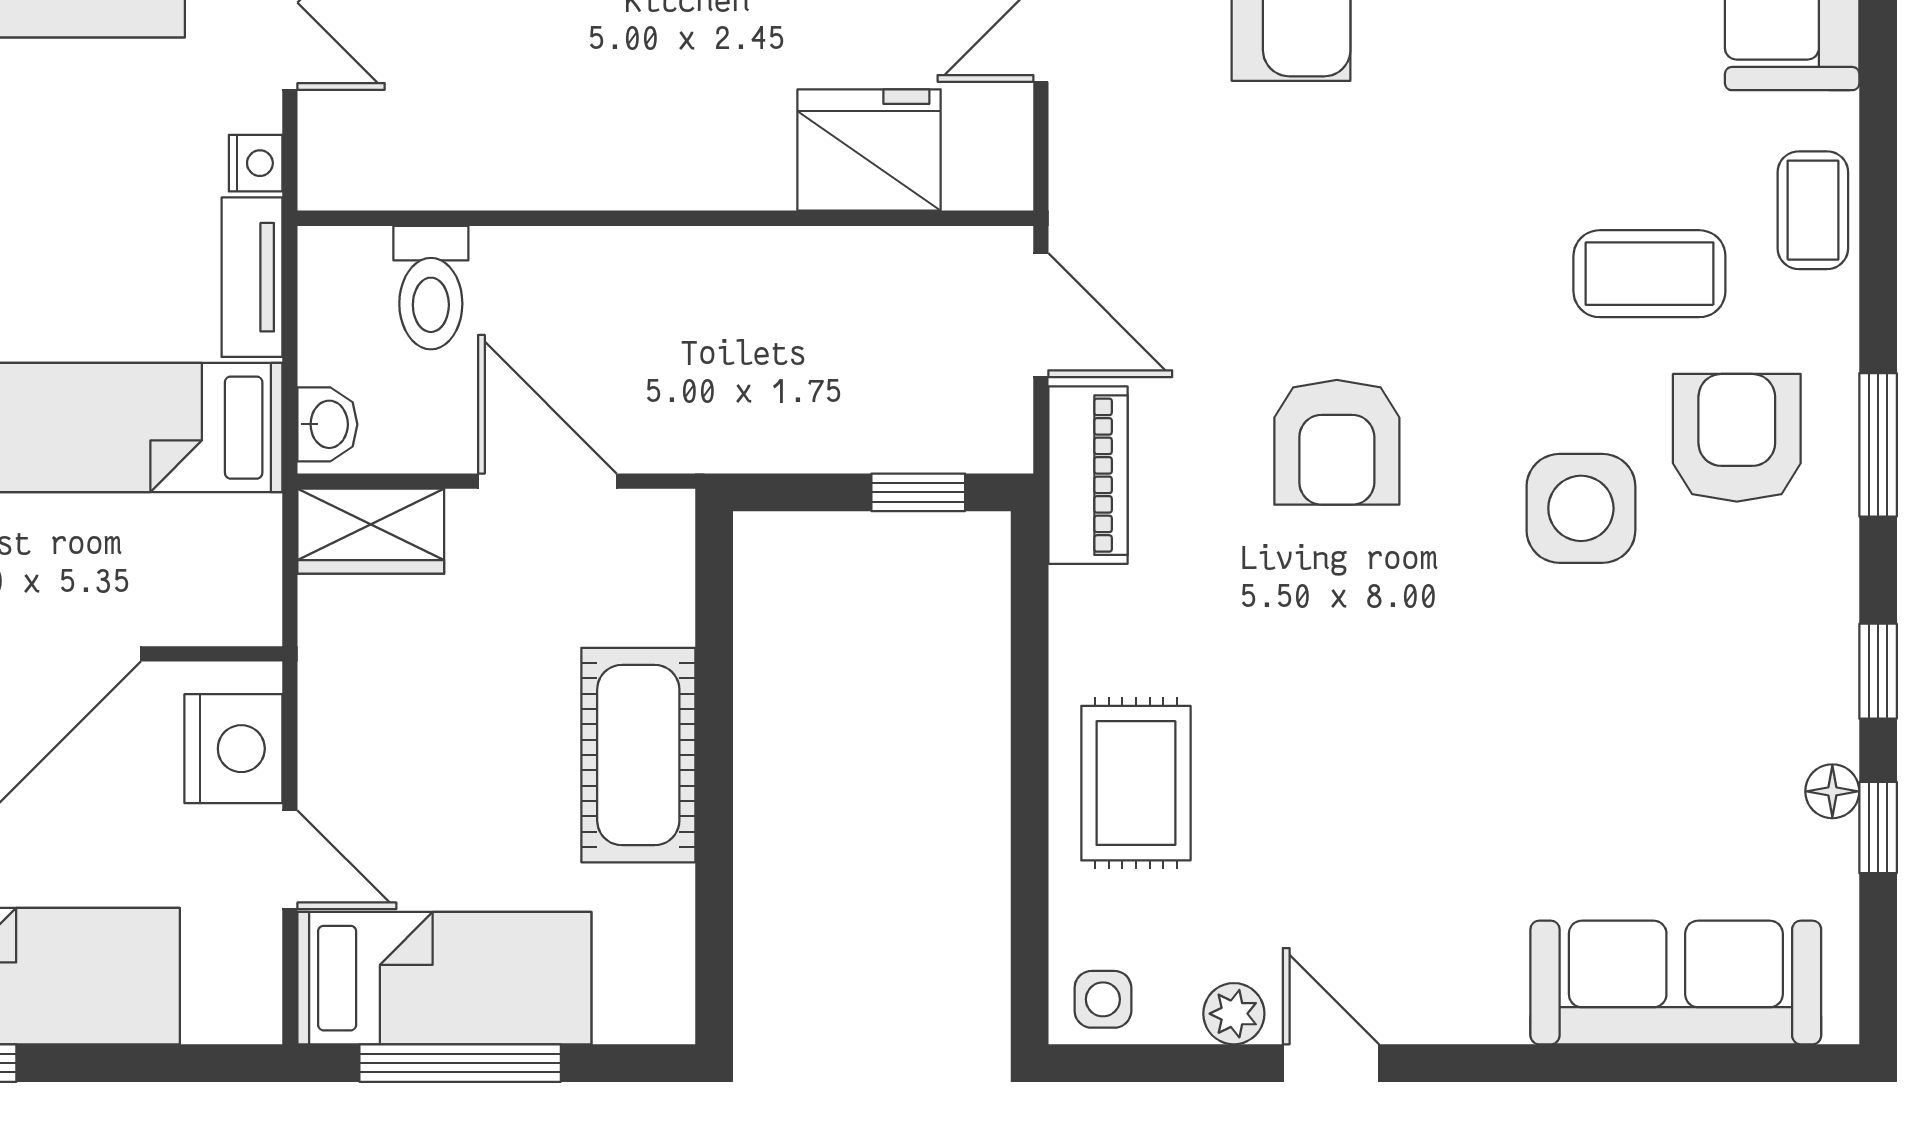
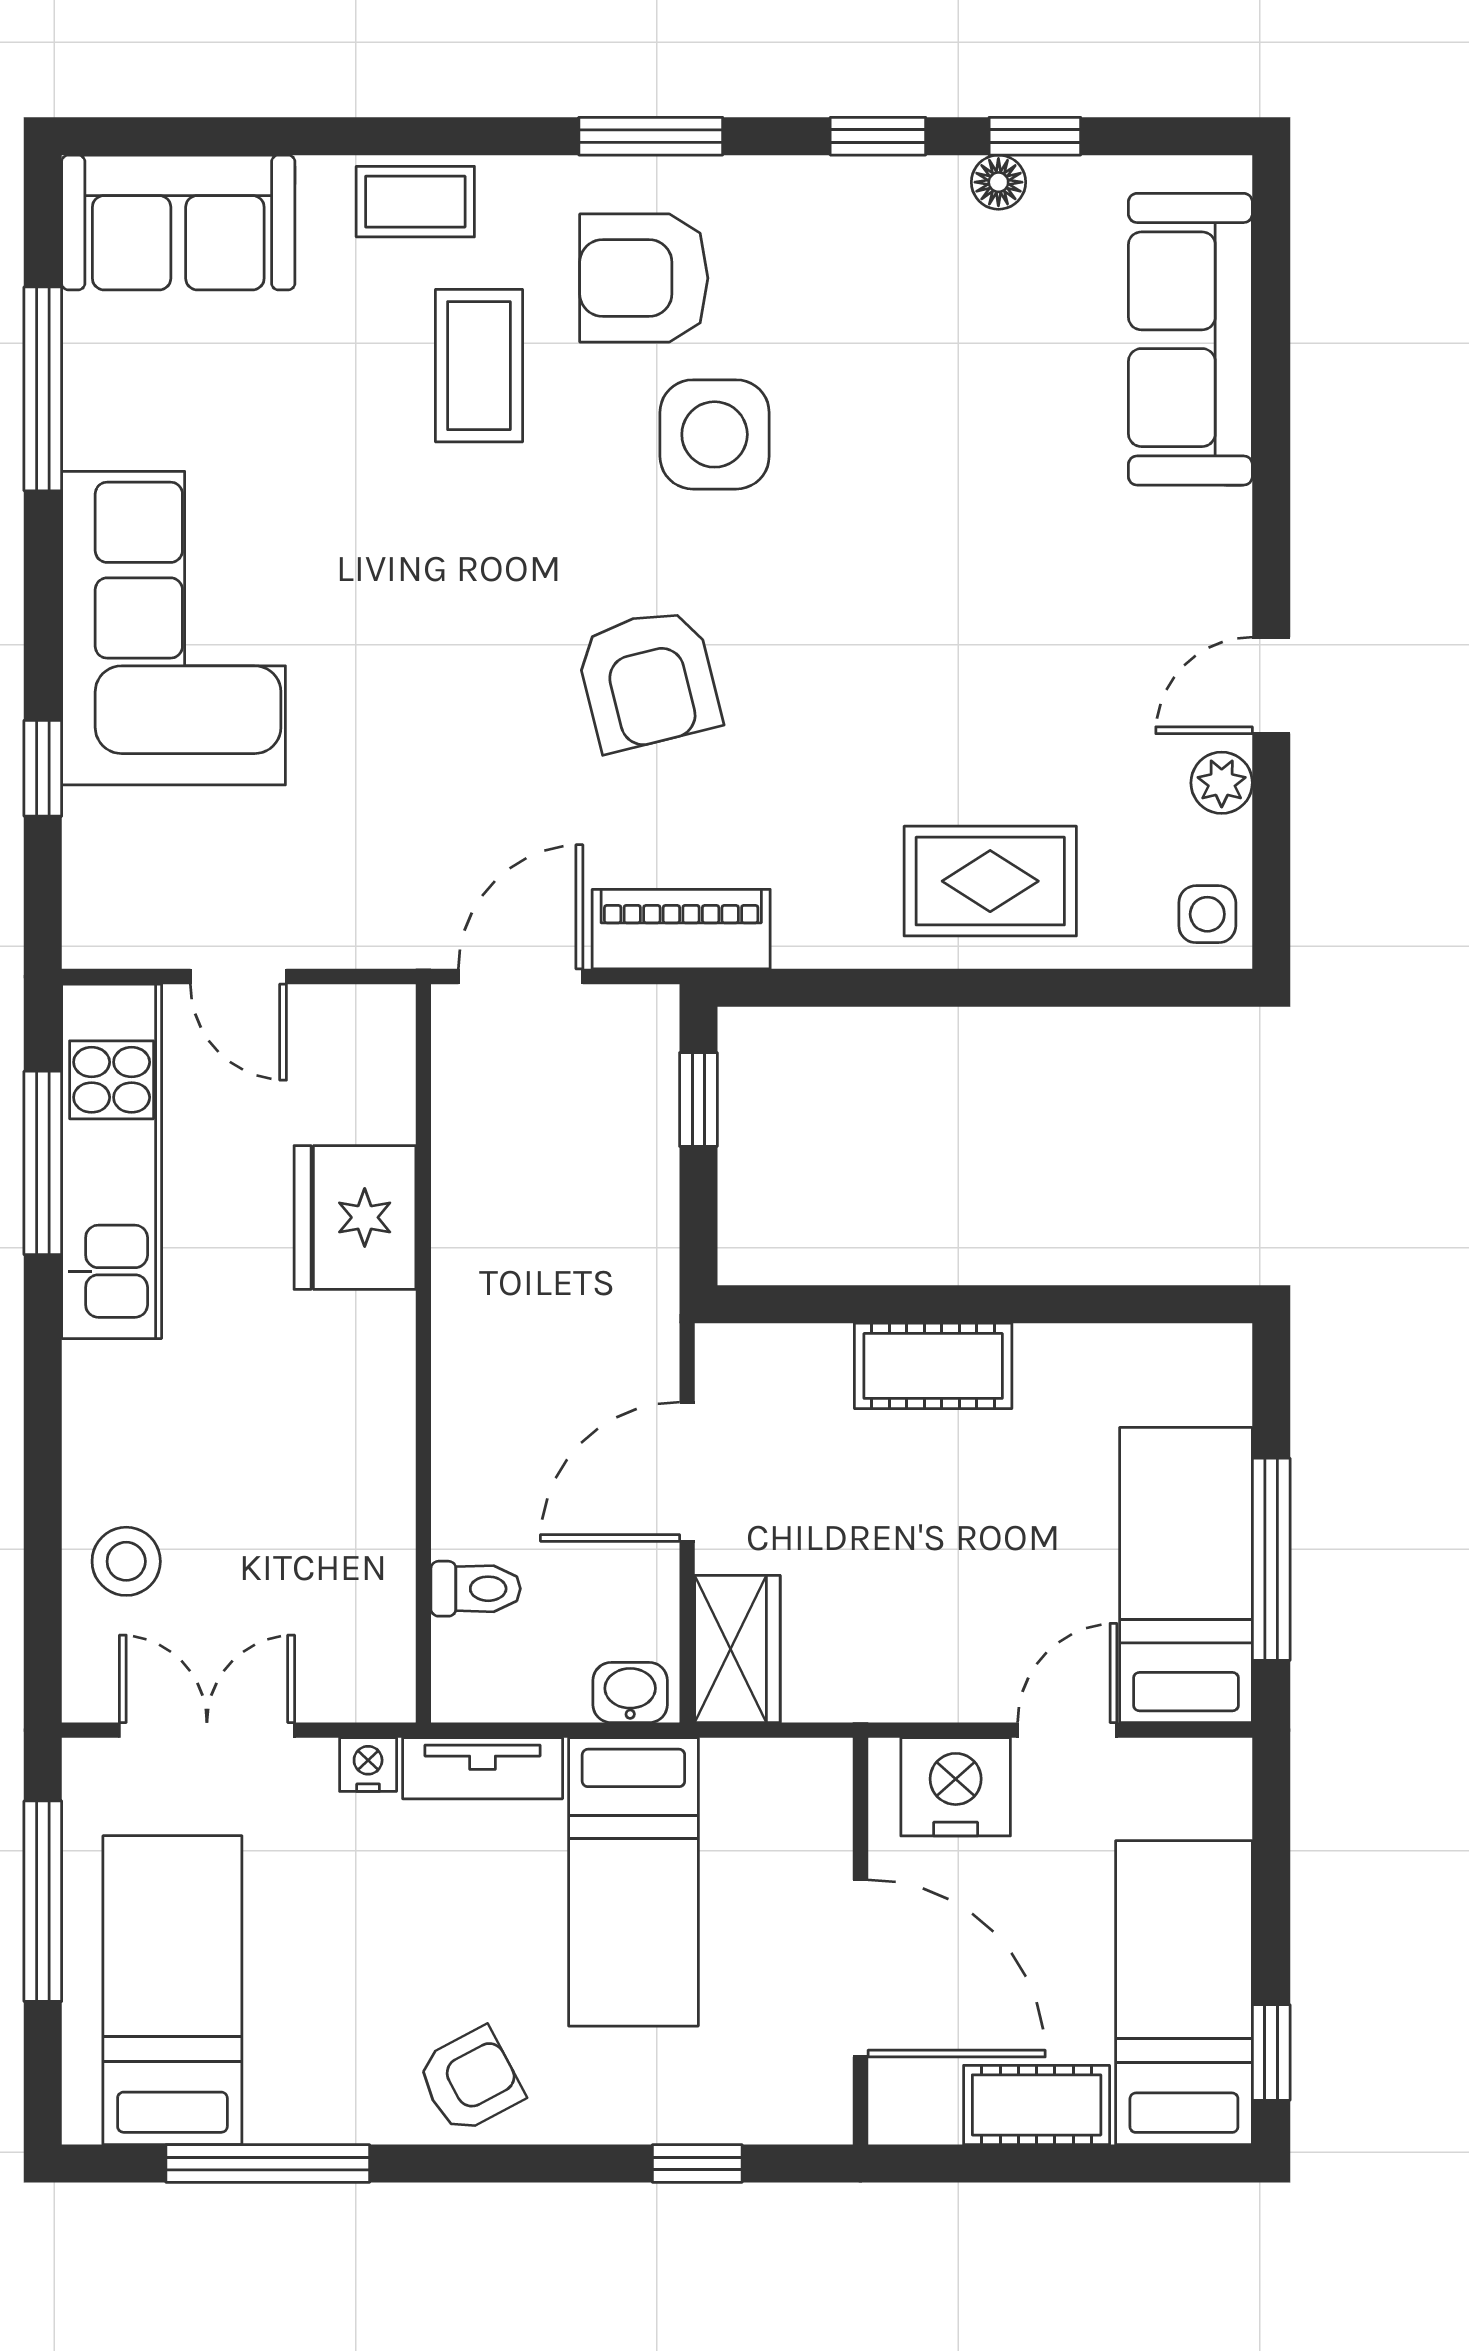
fridge: (869, 150) -> (355, 1217), moved
toilet: (431, 288) -> (476, 1589), width x0.73, depth x0.72
armchair: (1337, 442) -> (648, 679), turned 76
cot: (638, 755) -> (933, 1366), width x0.73, depth x0.75

